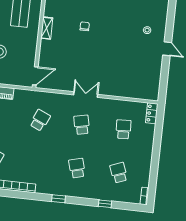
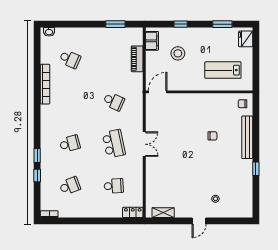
shelving: (47, 28) -> (163, 213), moved
door: (35, 76) -> (158, 92), swing flipped
school desk: (82, 125) -> (114, 144), width x1.85
window: (59, 199) -> (37, 155), moved

